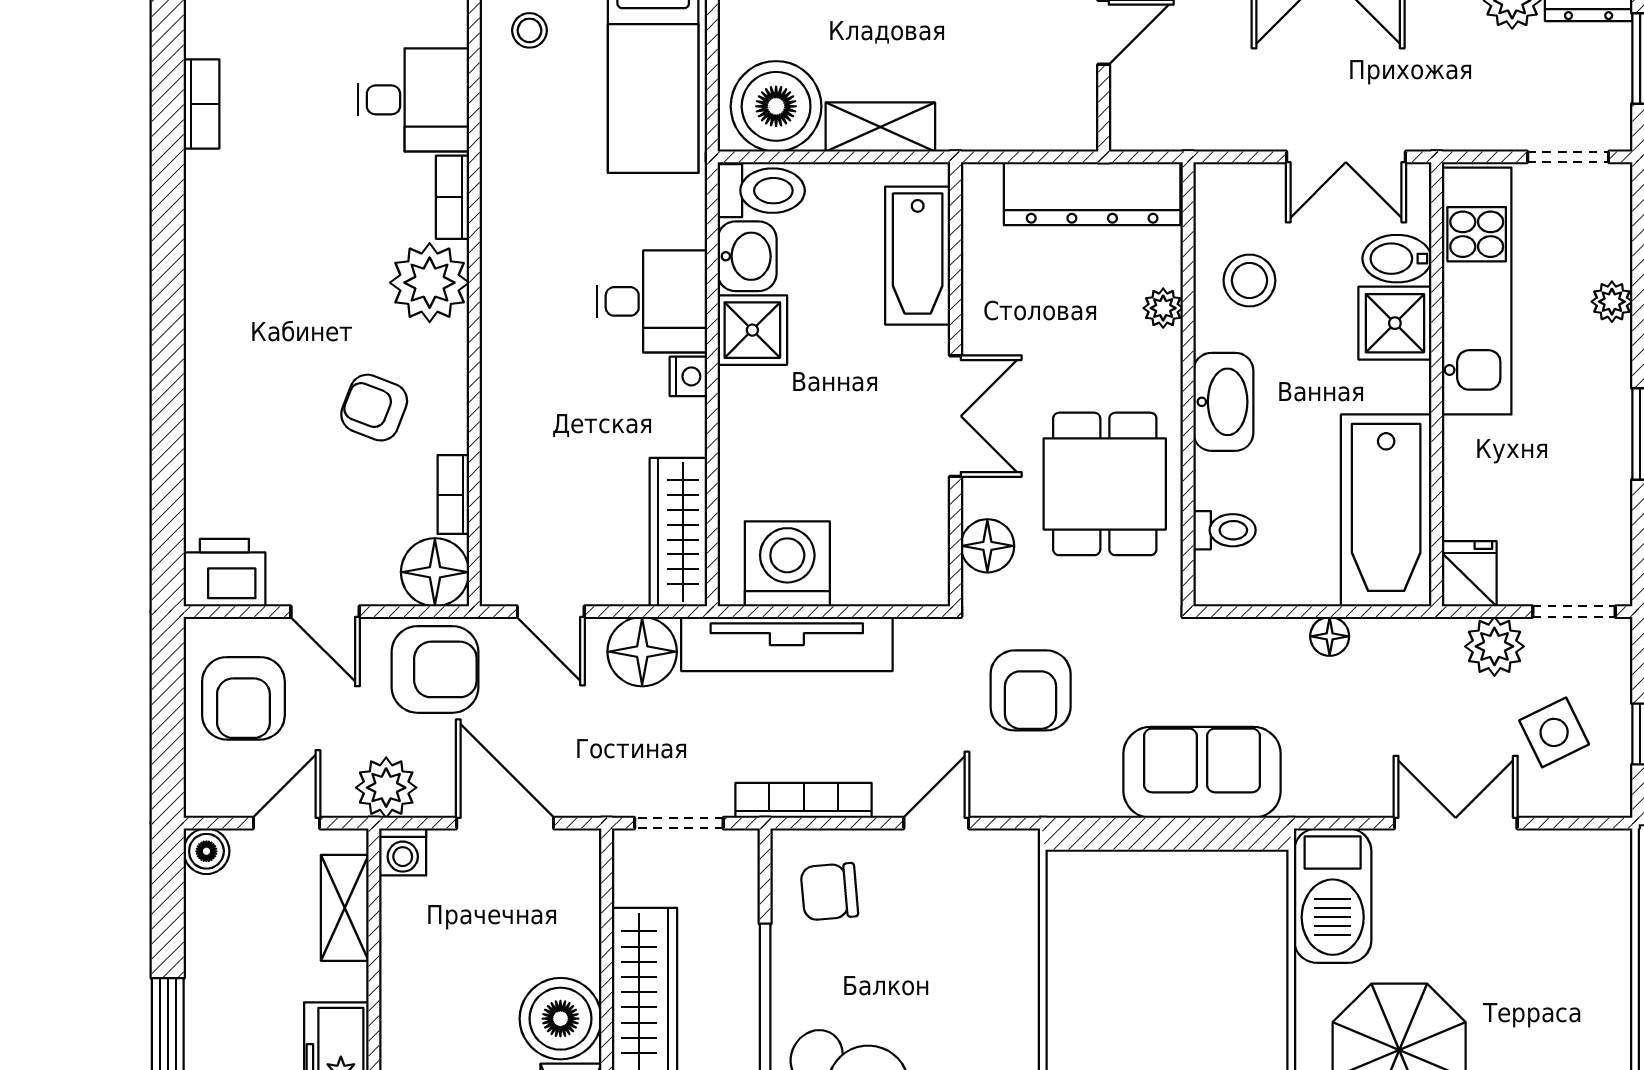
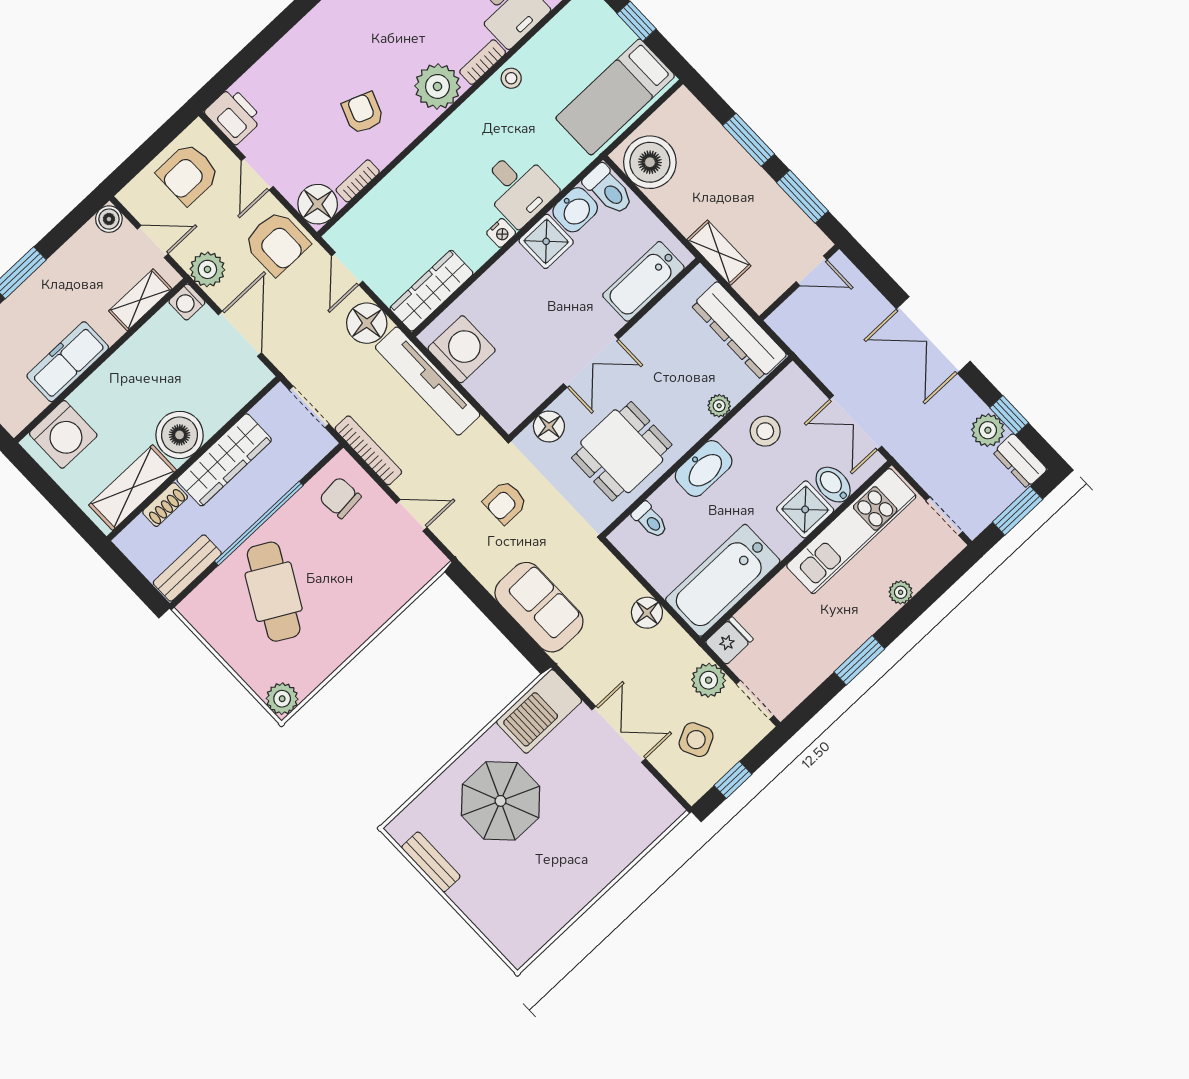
stool: (529, 30) -> (511, 78), moved
shelving: (880, 127) -> (719, 253), moved
floor lamp: (1330, 636) -> (647, 613), width x1.37, depth x1.37
armchair: (1031, 690) -> (505, 502), width x0.72, depth x0.72

